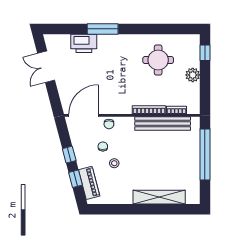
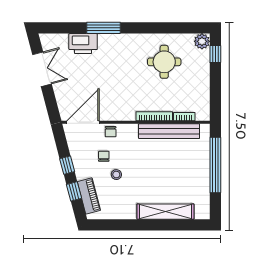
double door: (46, 67) -> (42, 69), swing flipped
plant: (193, 75) -> (202, 41), moved

